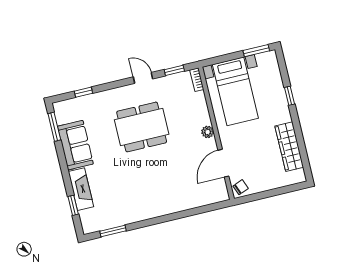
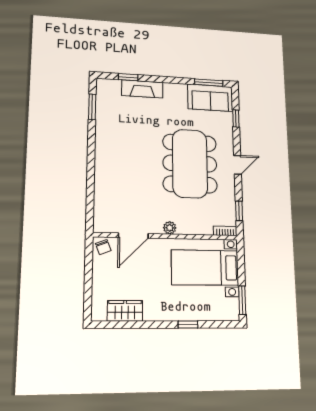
door: (143, 78) -> (237, 165), moved
dining table: (142, 127) -> (190, 164), width x1.36, depth x1.24
sofa: (75, 145) -> (210, 98), moved
wardrobe: (289, 147) -> (125, 311), width x0.67
door: (223, 163) -> (133, 235), swing flipped

